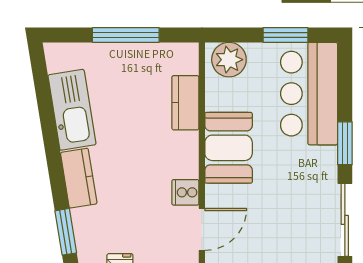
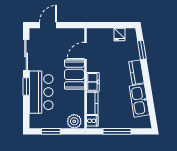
bar counter: (309, 94) -> (41, 92), moved
booth: (229, 148) -> (74, 74), moved
freezer: (184, 155) -> (93, 82), added
cooker: (185, 192) -> (92, 121), moved

